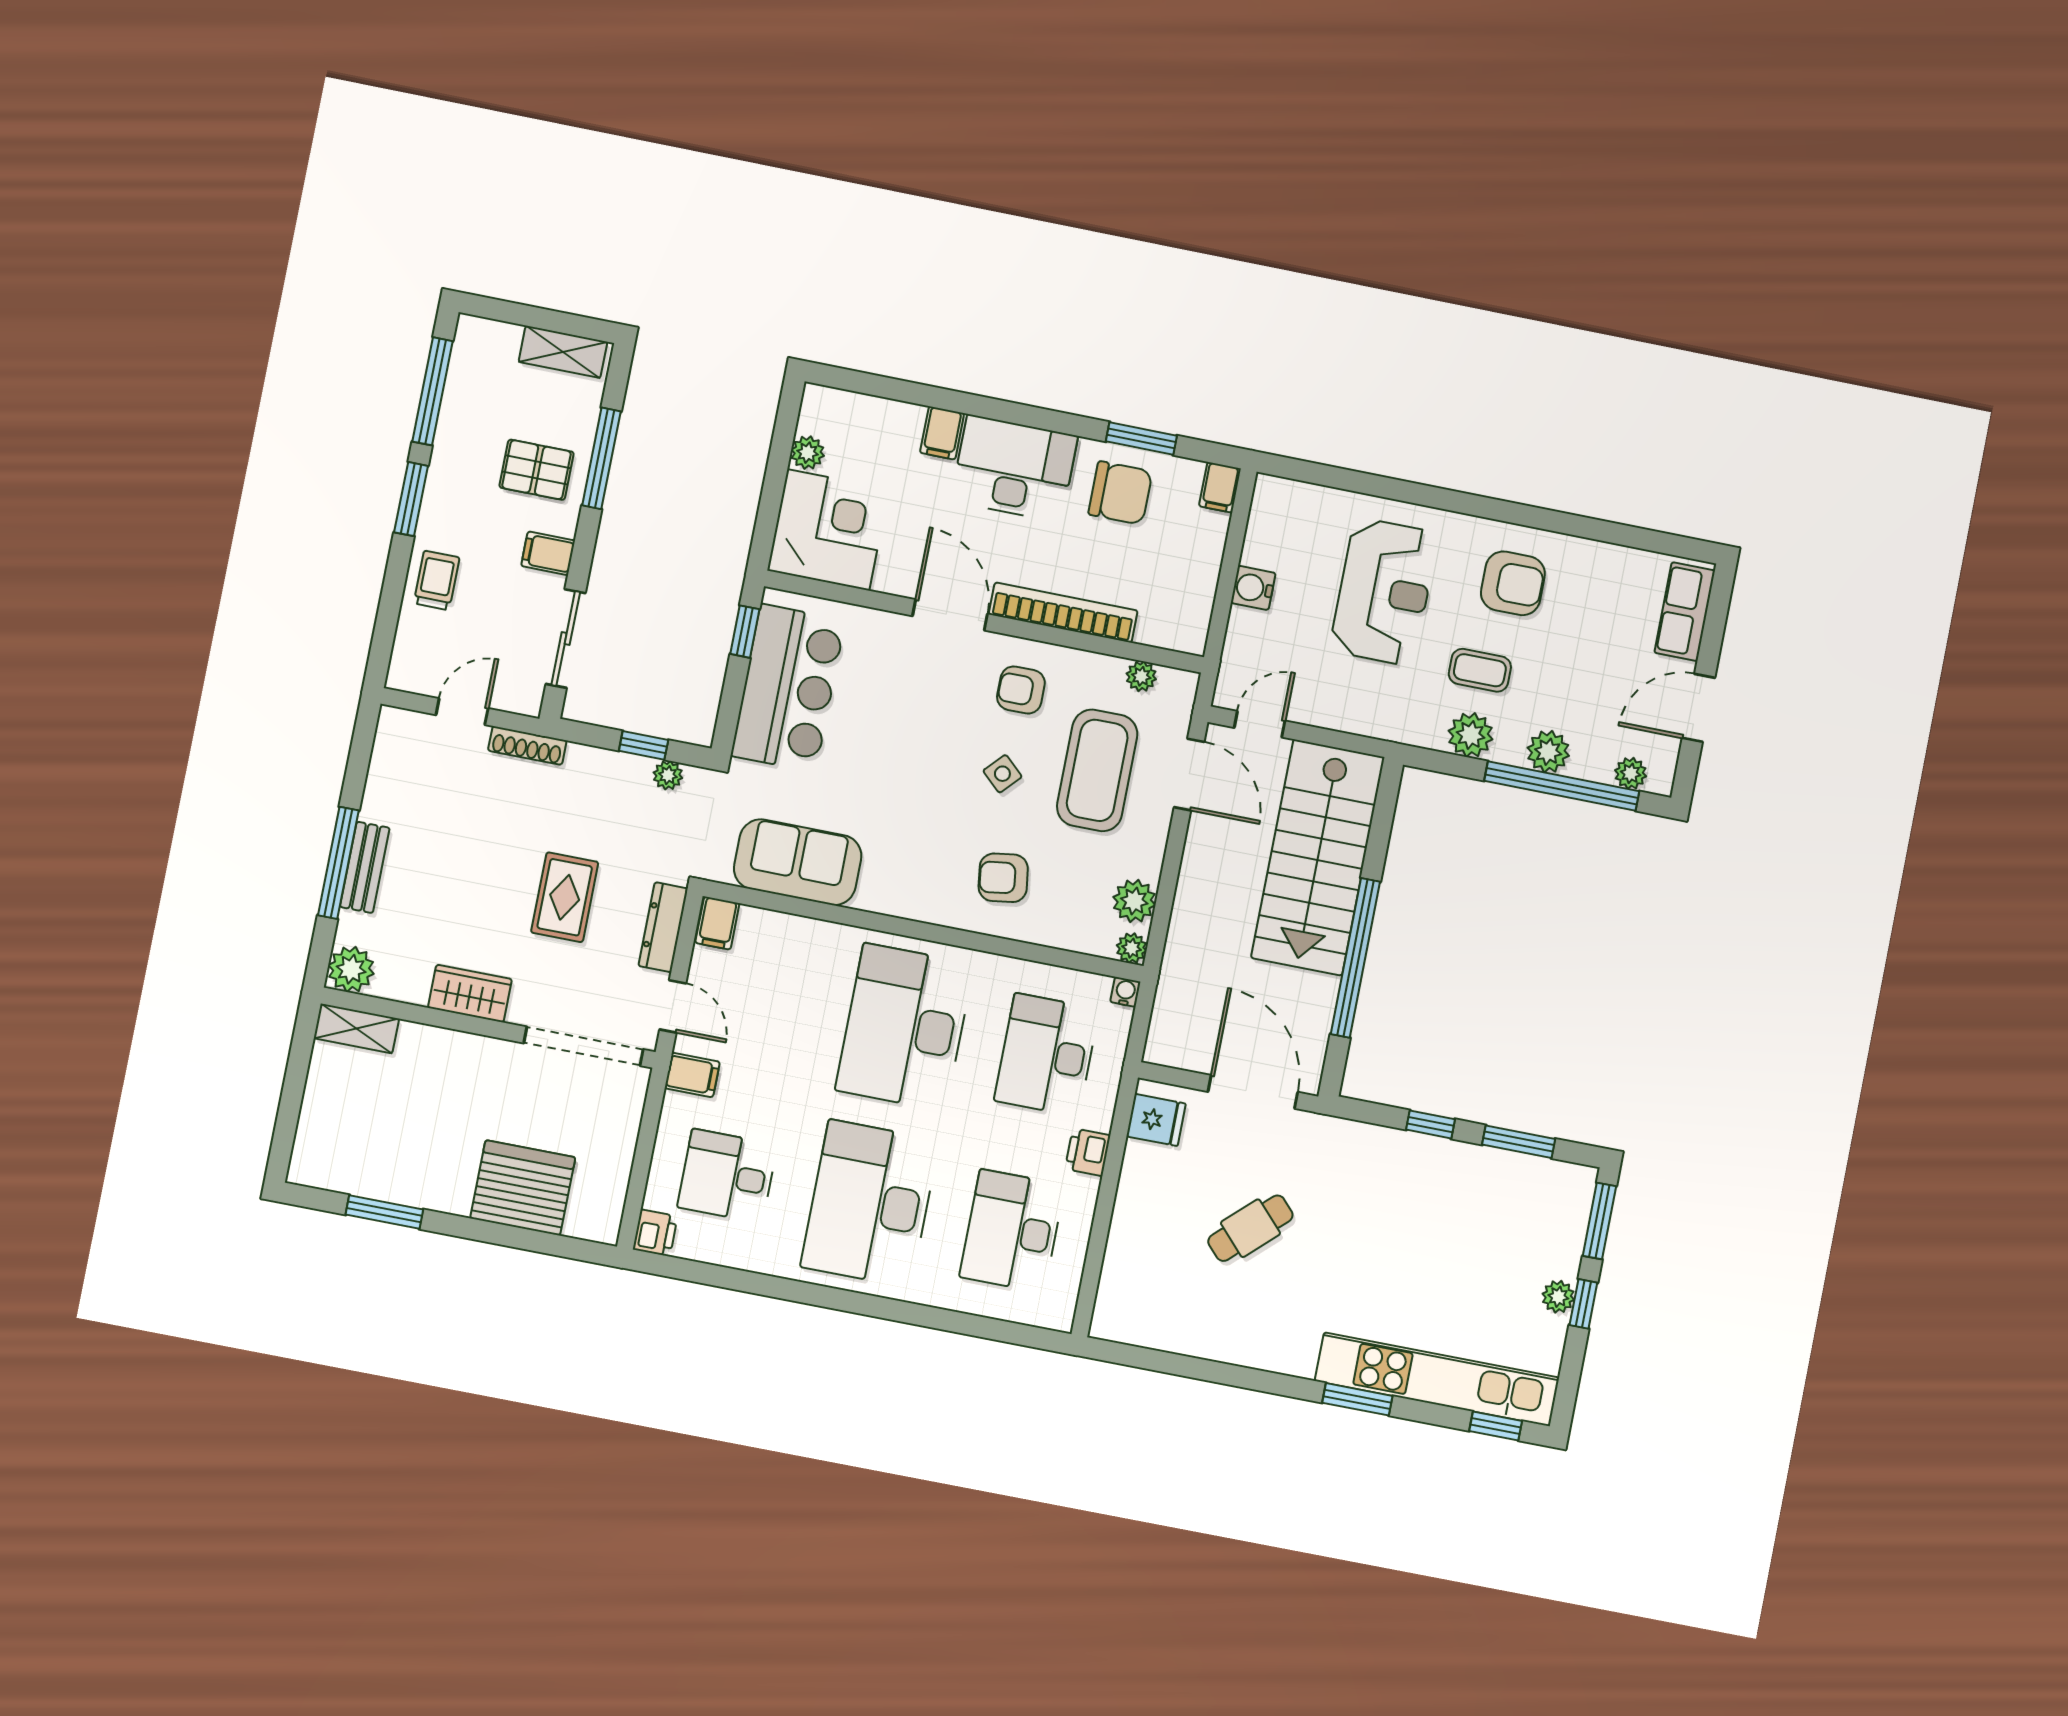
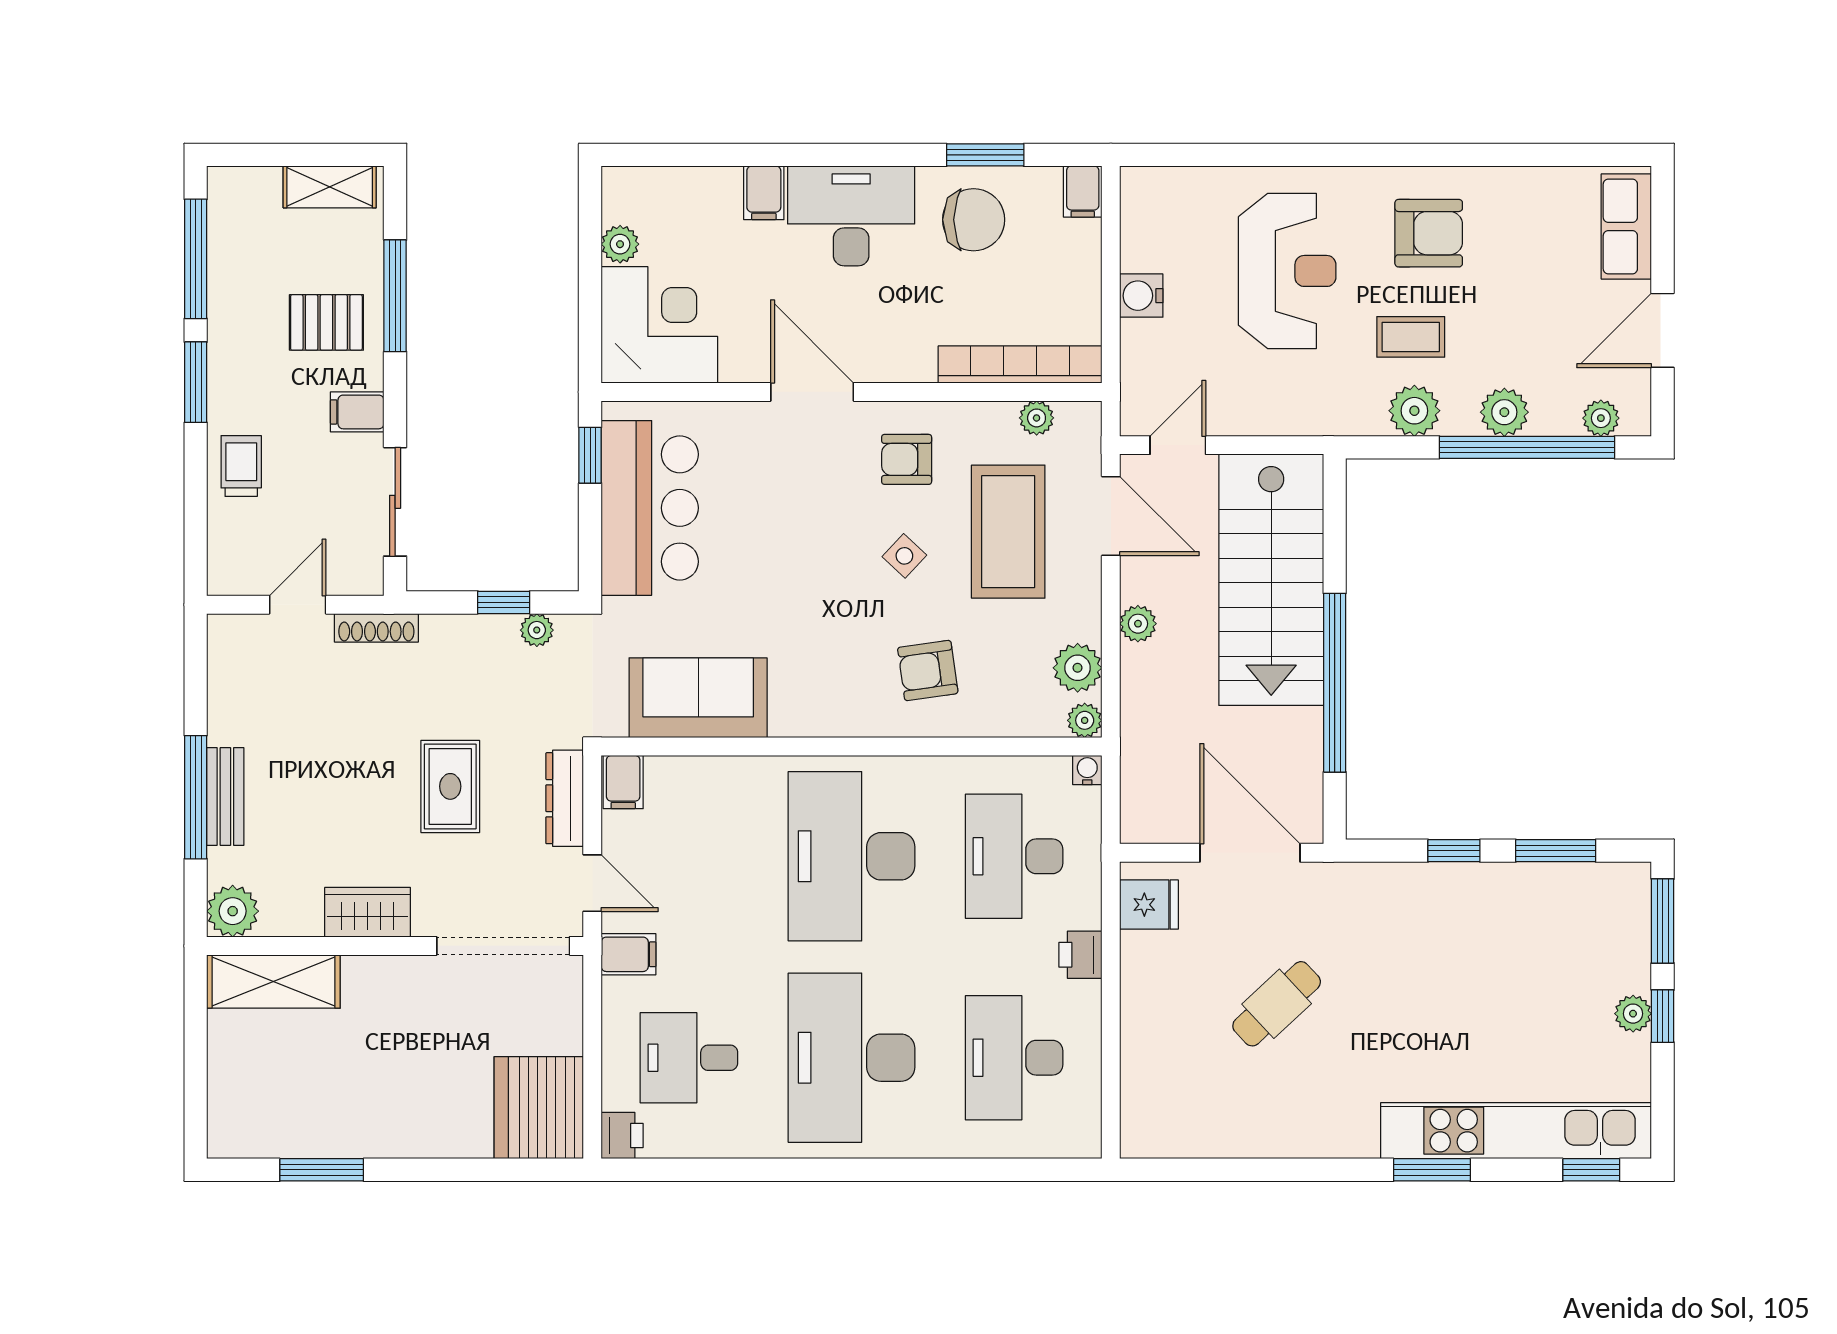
bookcase: (1063, 612) -> (1020, 364), moved
plant: (1194, 873) -> (1138, 624), added
shelving: (356, 1028) -> (273, 981), width x1.50, depth x1.33
server rack: (523, 1188) -> (539, 1108), moved, turned -90

